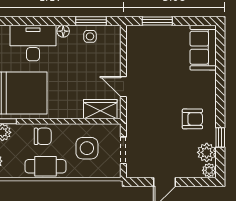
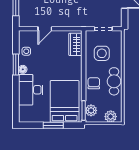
window: (91, 21) -> (16, 64), moved
door: (123, 87) -> (45, 29), moved

